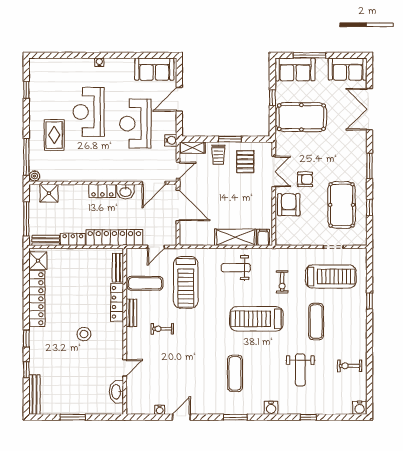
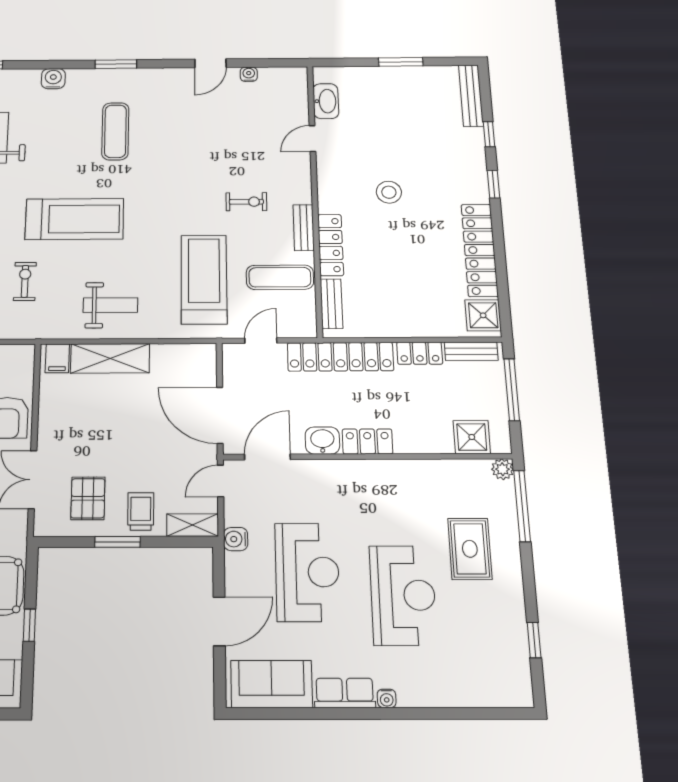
row of seats: (119, 65) -> (345, 693), added

